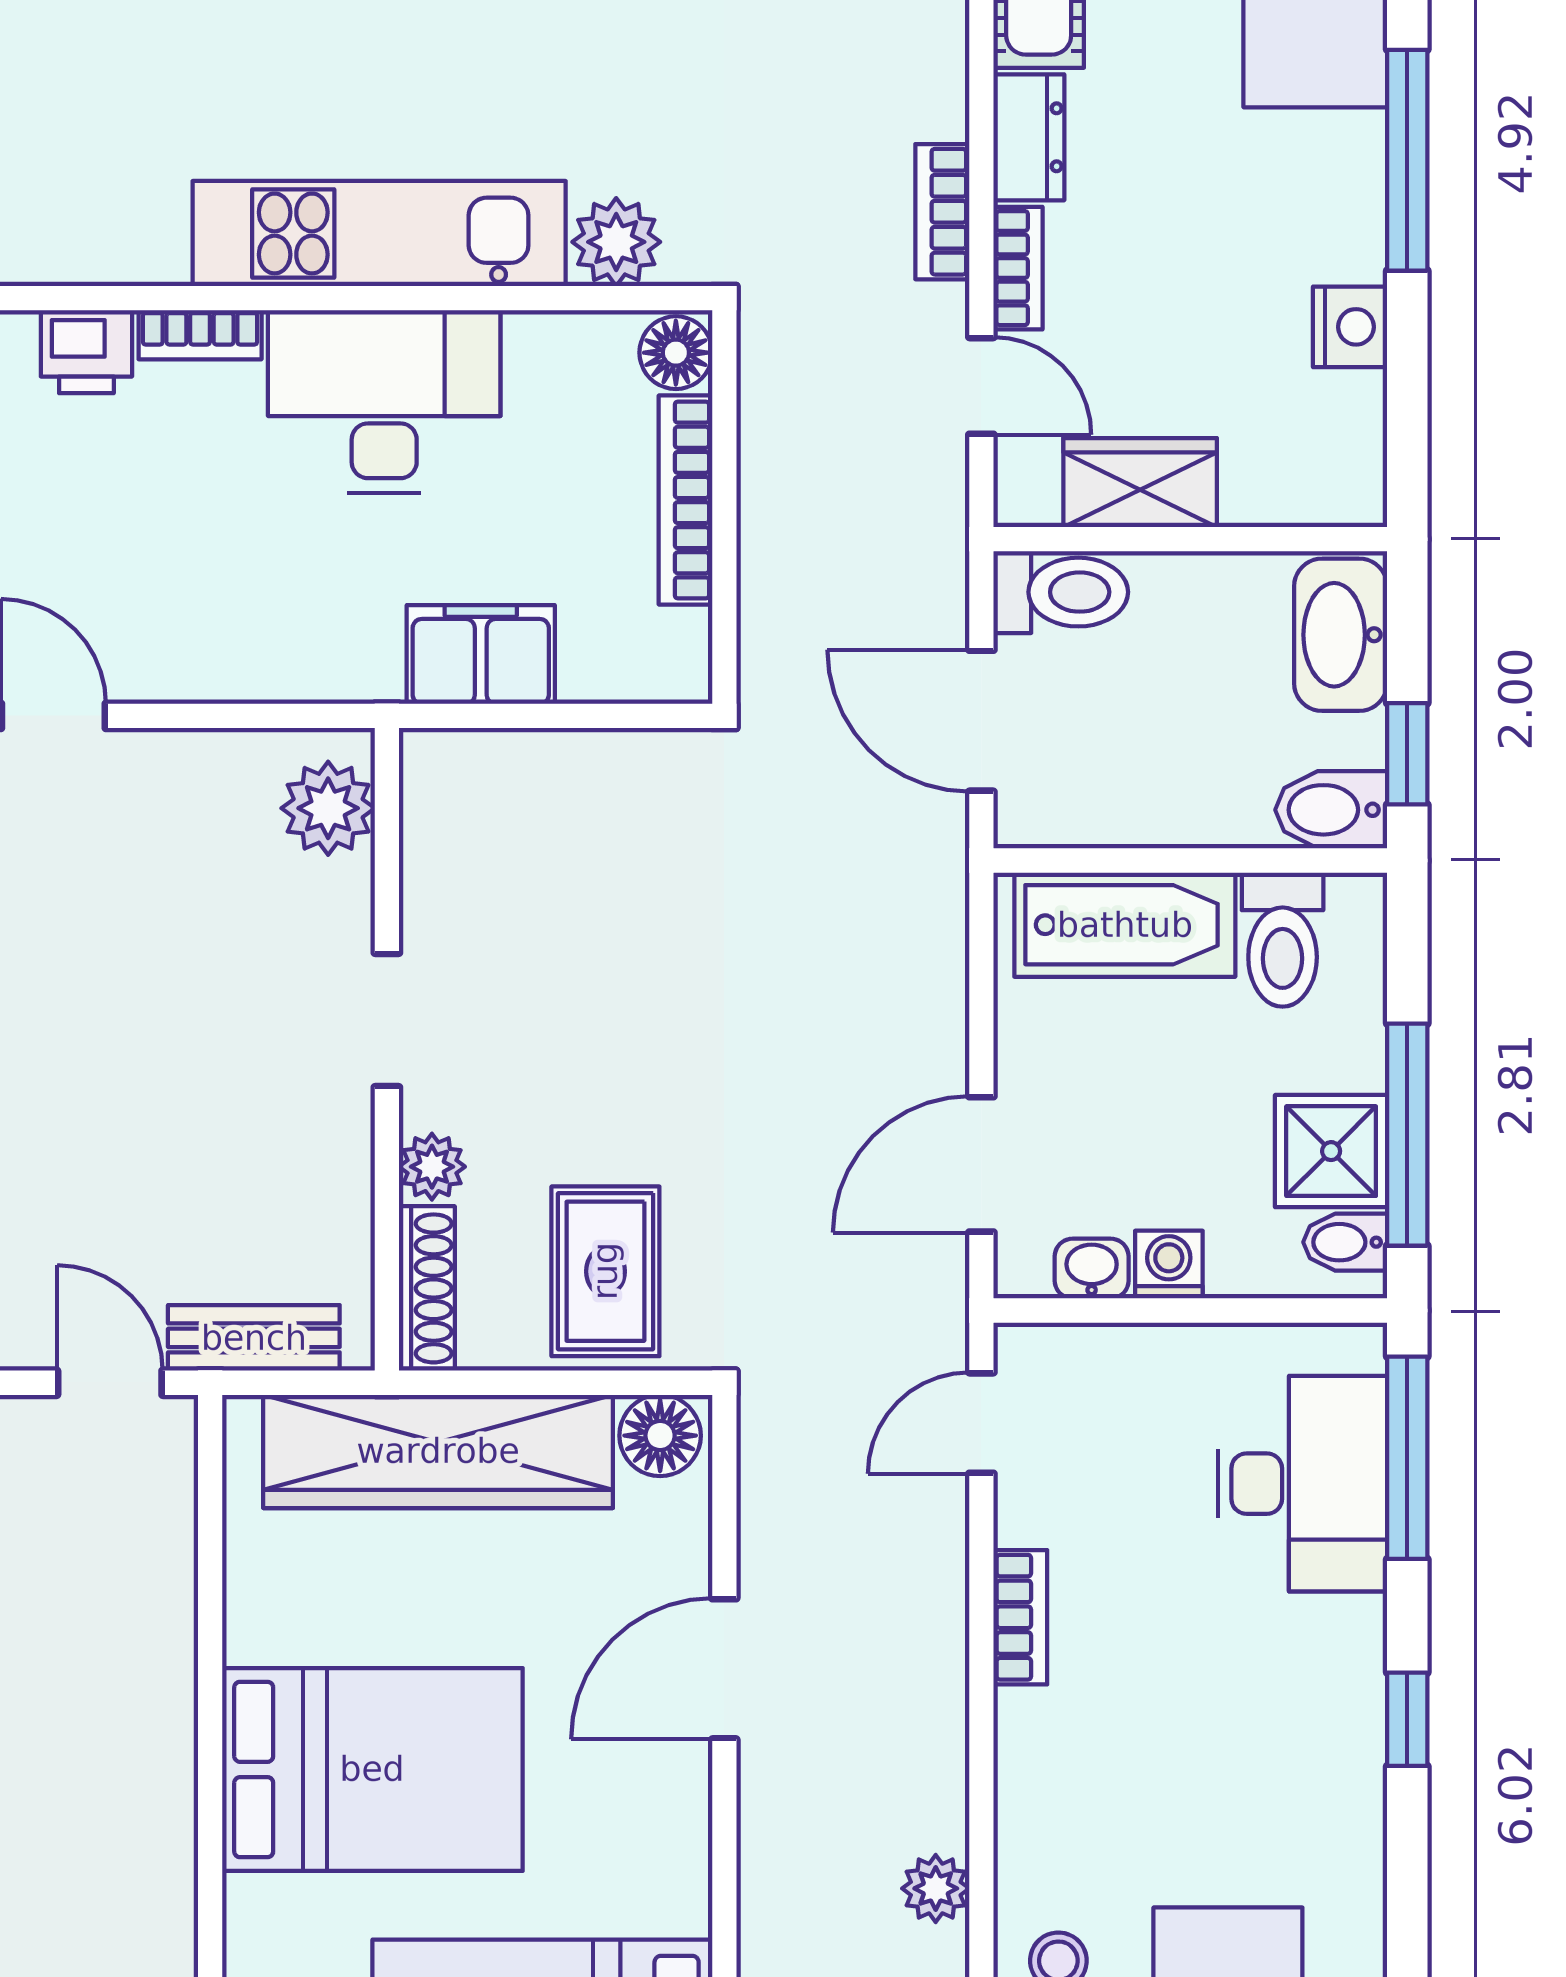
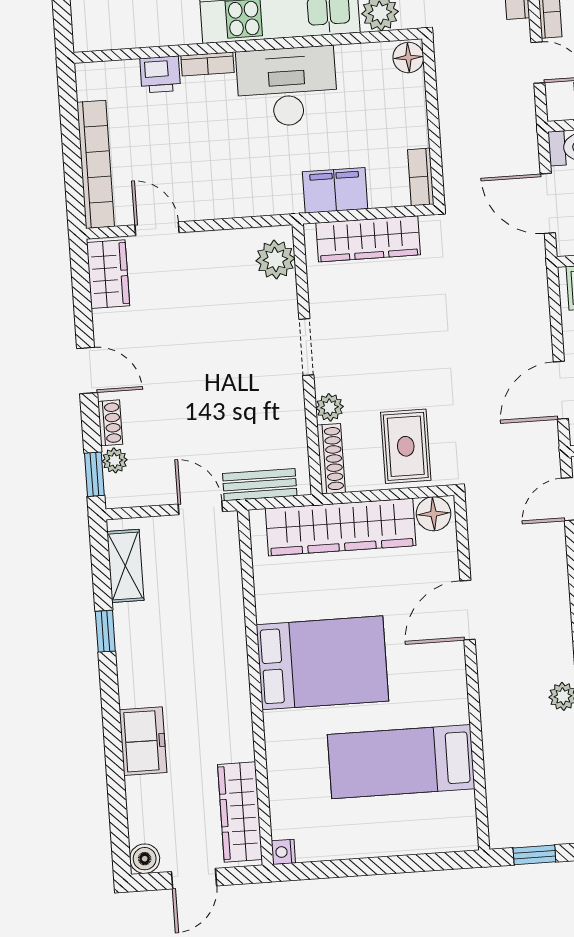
bookcase: (685, 500) -> (421, 177), moved, width x0.64
wardrobe: (551, 775) -> (368, 239), added

